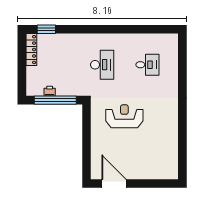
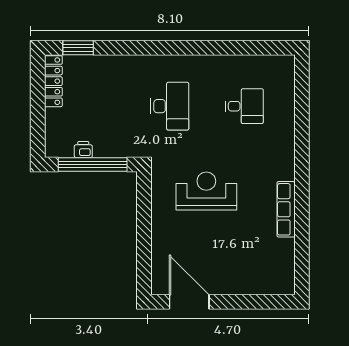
row of seats: (173, 127) -> (286, 209), added

